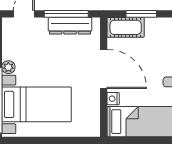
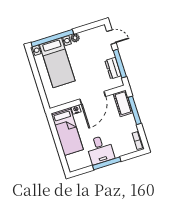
window: (141, 14) -> (135, 110), width x1.44
dresser: (70, 26) -> (113, 68), width x0.70

